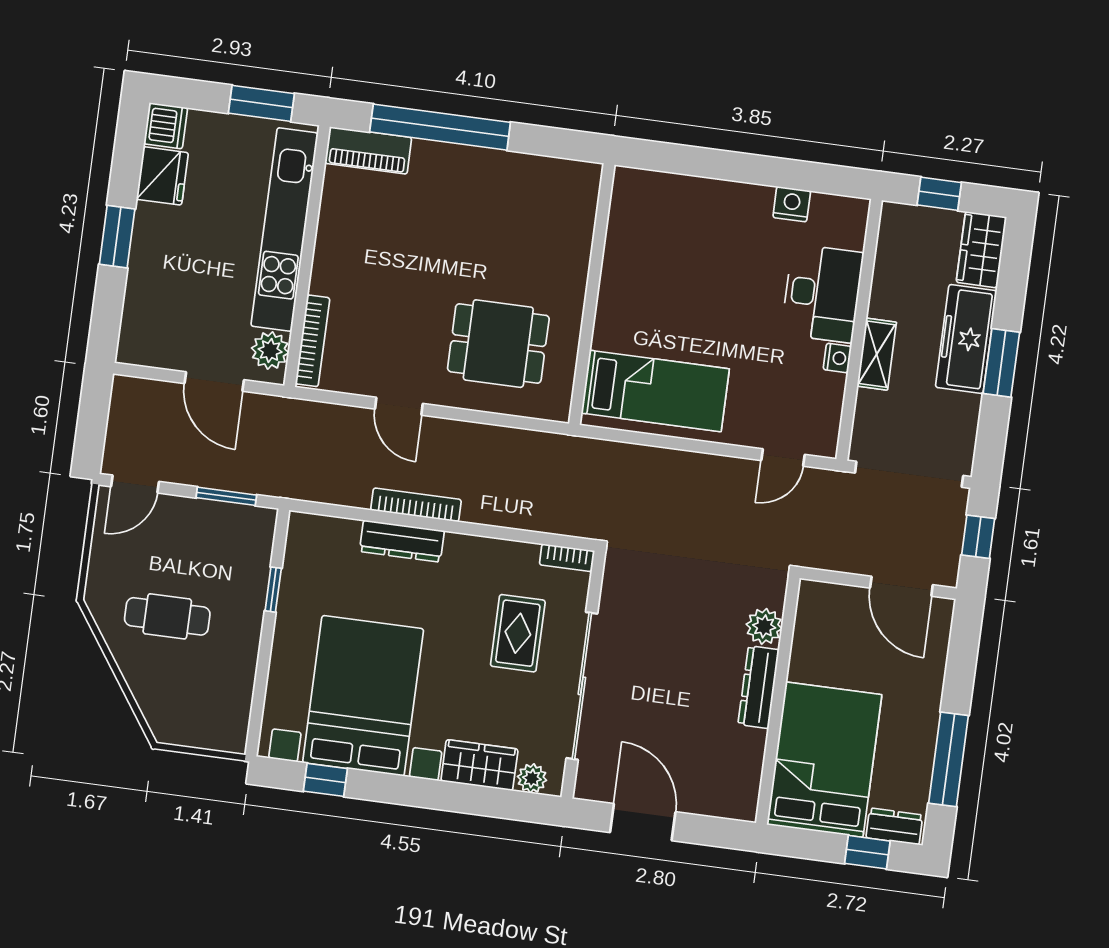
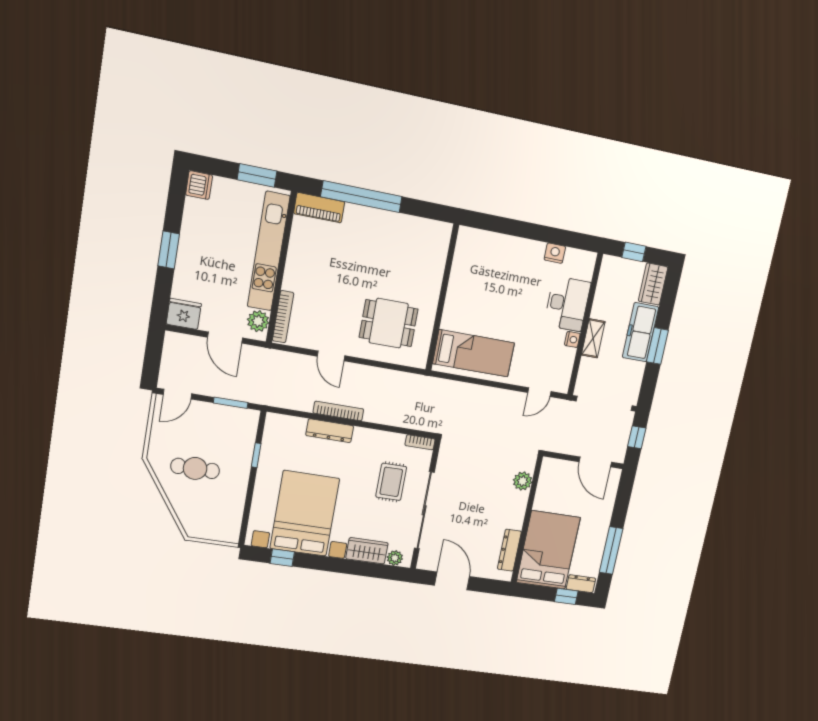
fridge: (162, 176) -> (184, 314), moved, turned -90
dresser: (759, 687) -> (509, 550), moved

